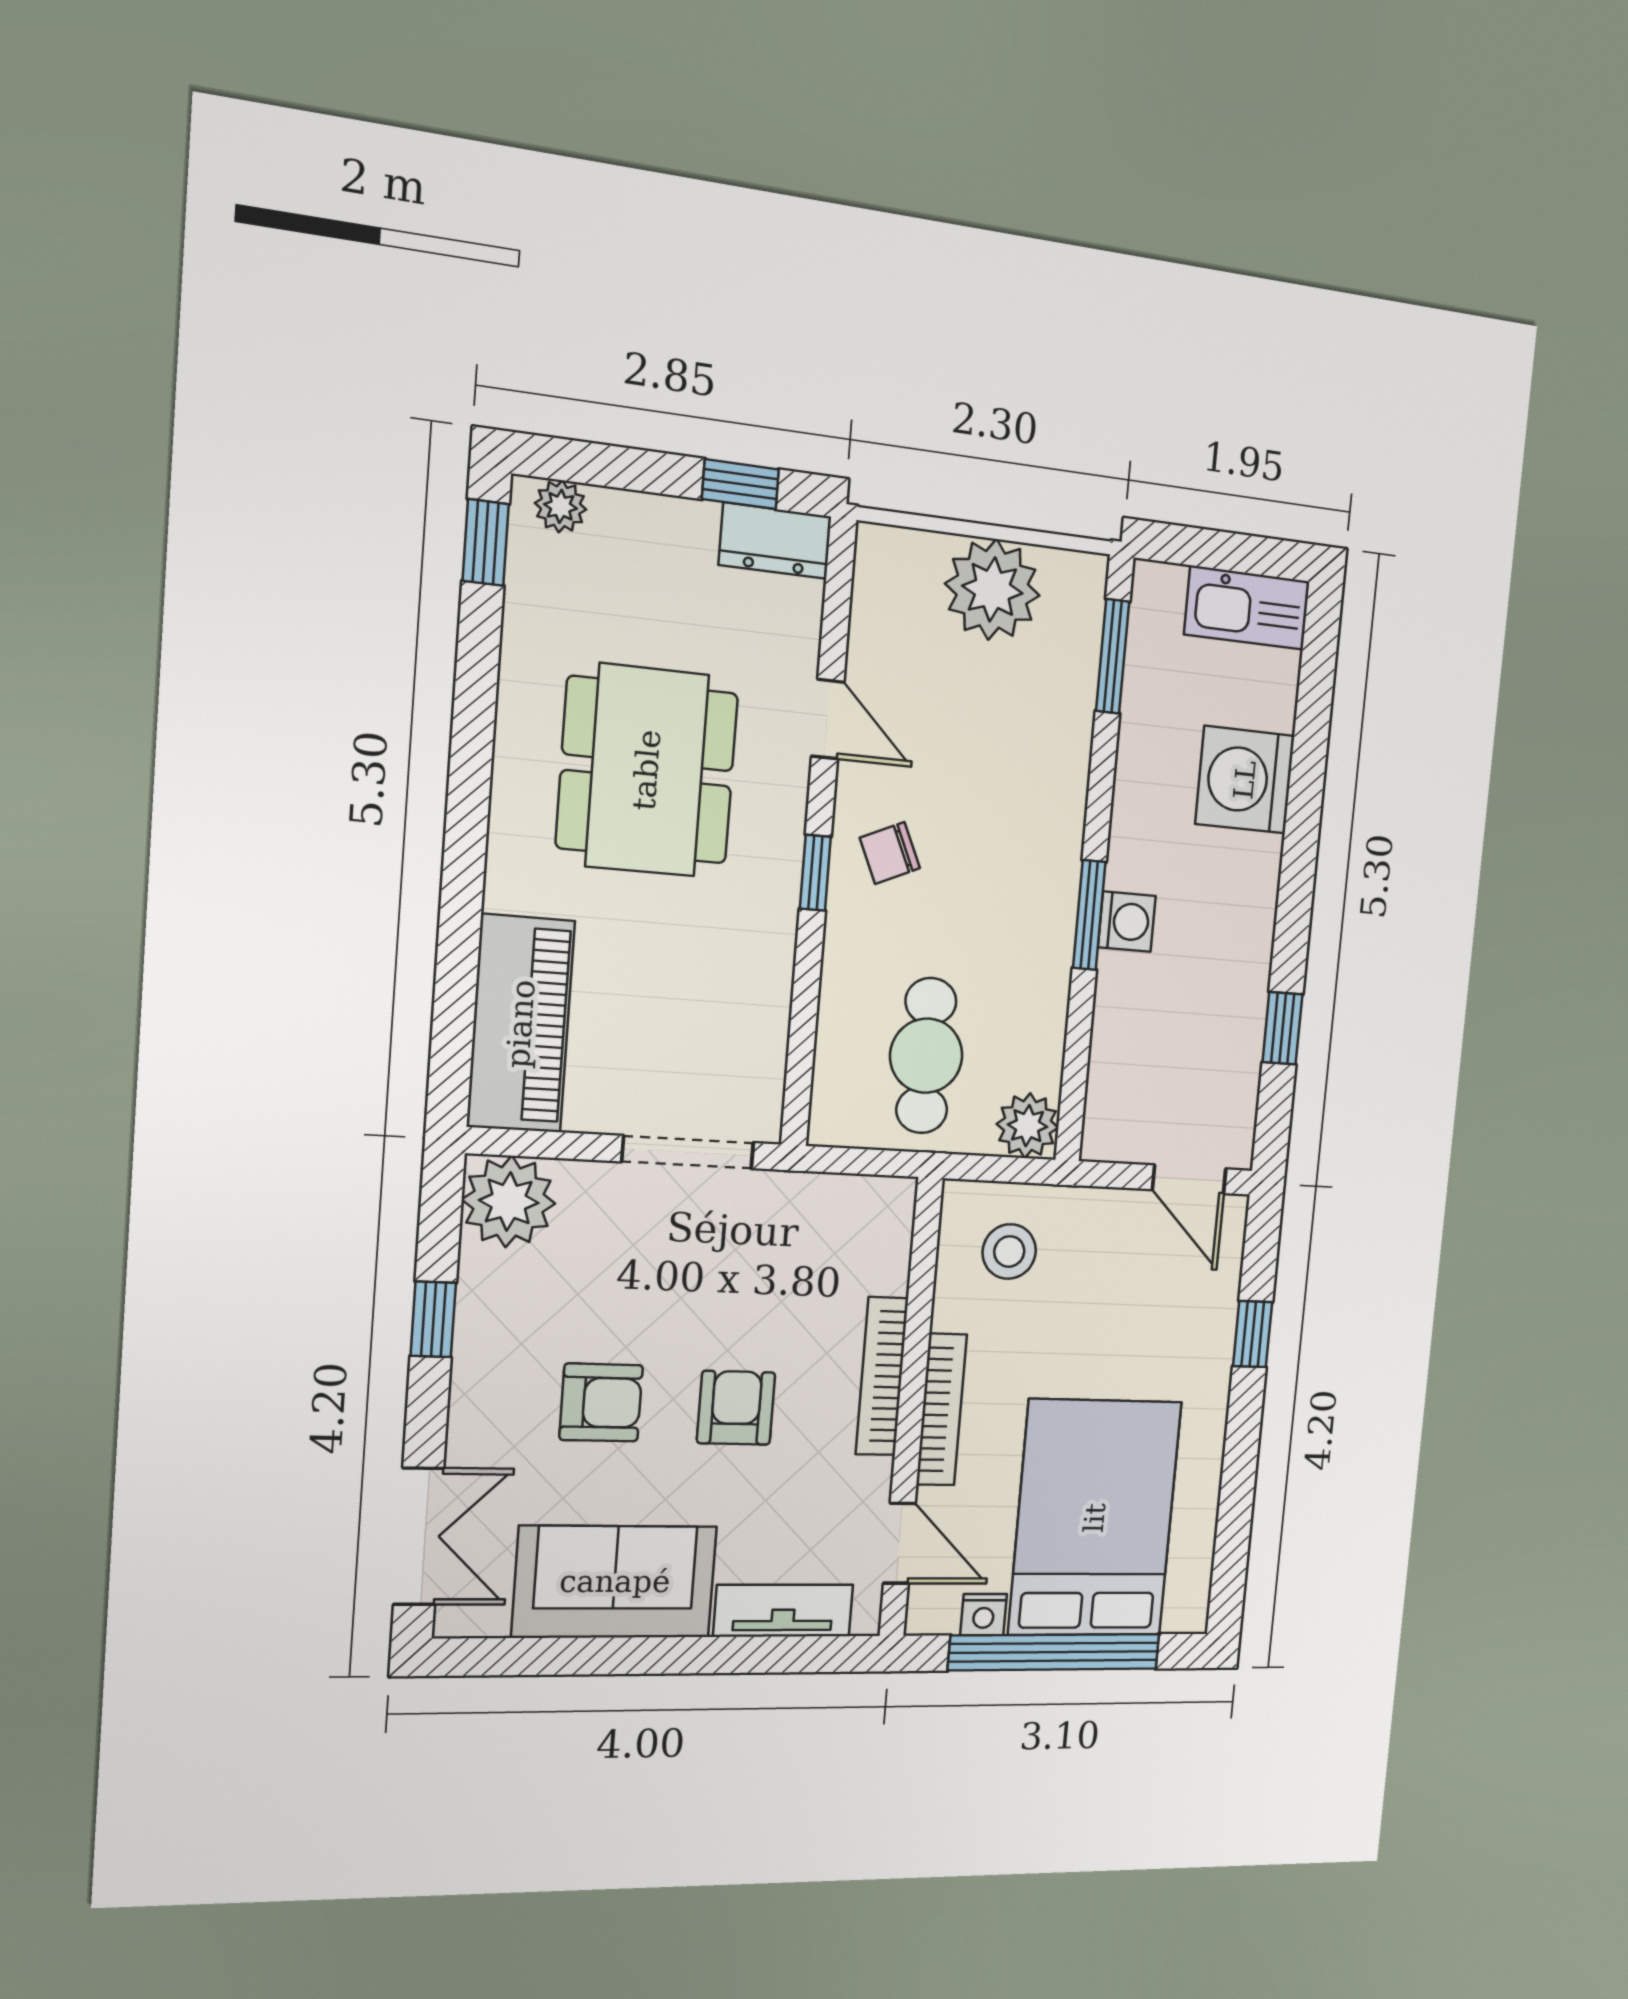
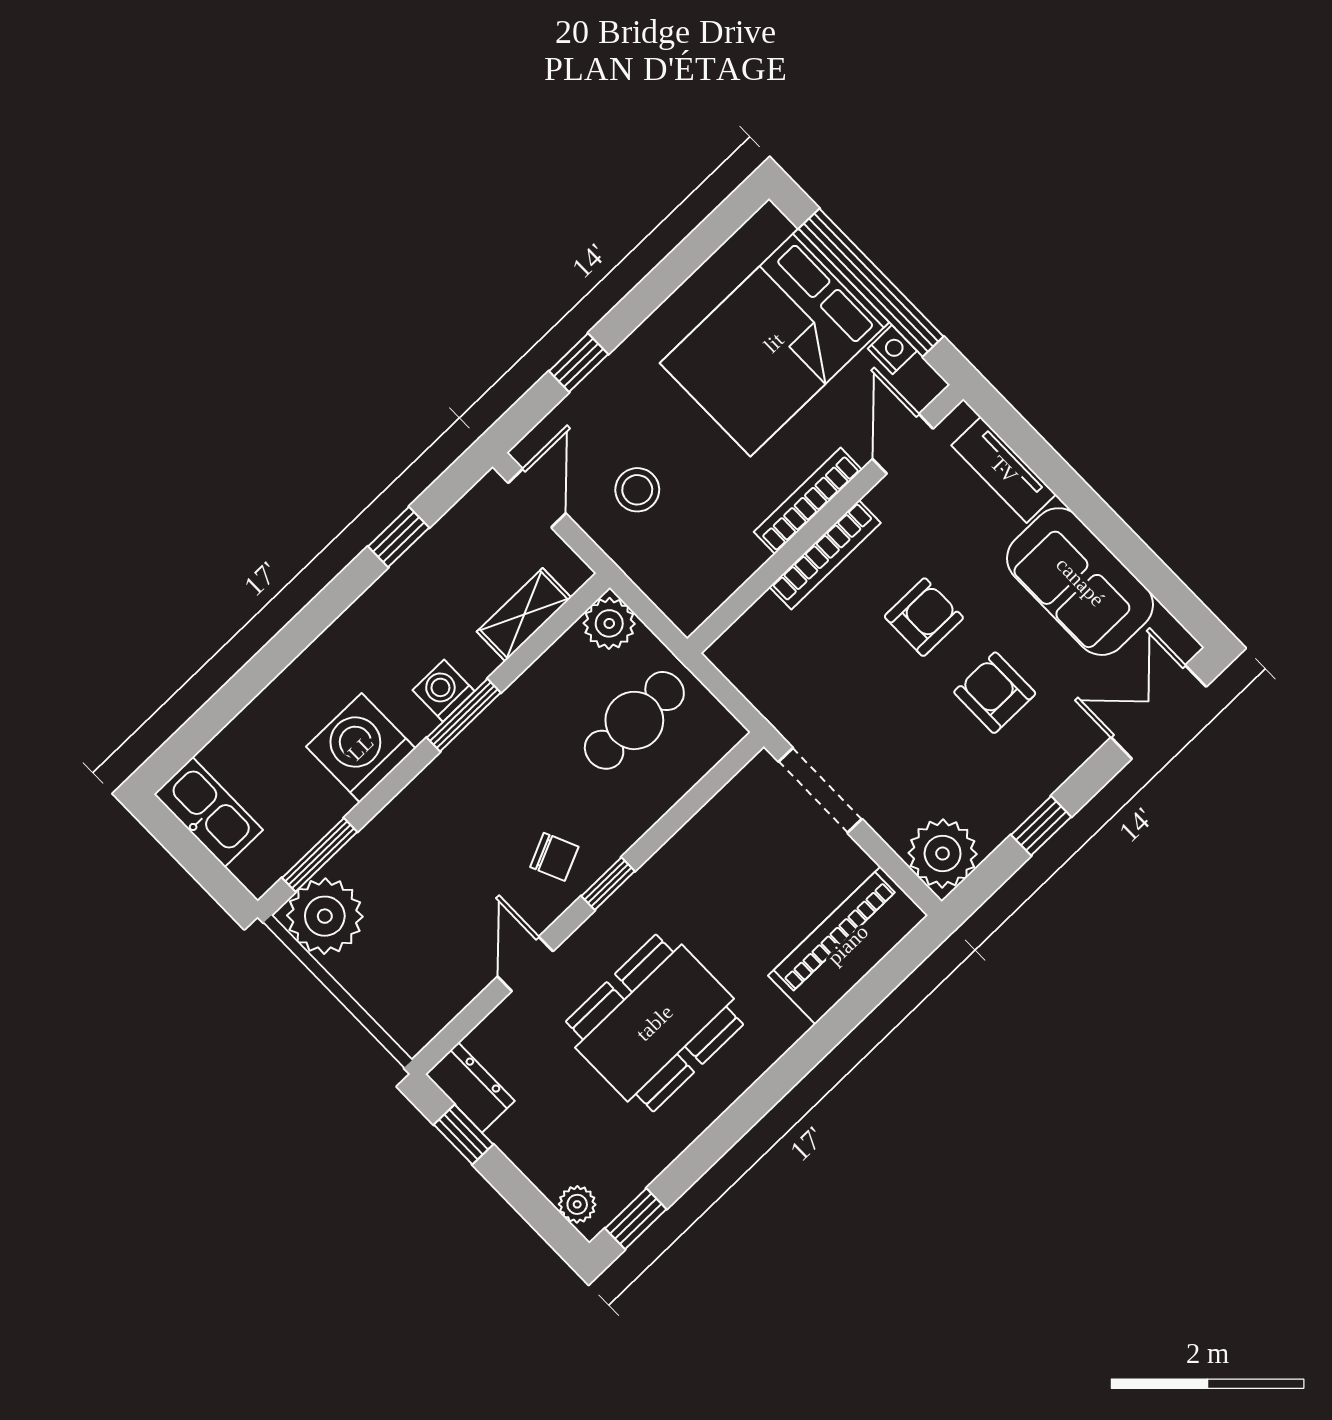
plant: (992, 589) -> (325, 916), moved
washing machine: (1245, 780) -> (361, 748), moved, turned 180
shelving: (1112, 1061) -> (524, 615), added
stool: (1009, 1251) -> (637, 490), moved
armchair: (736, 1408) -> (924, 617), turned 180

